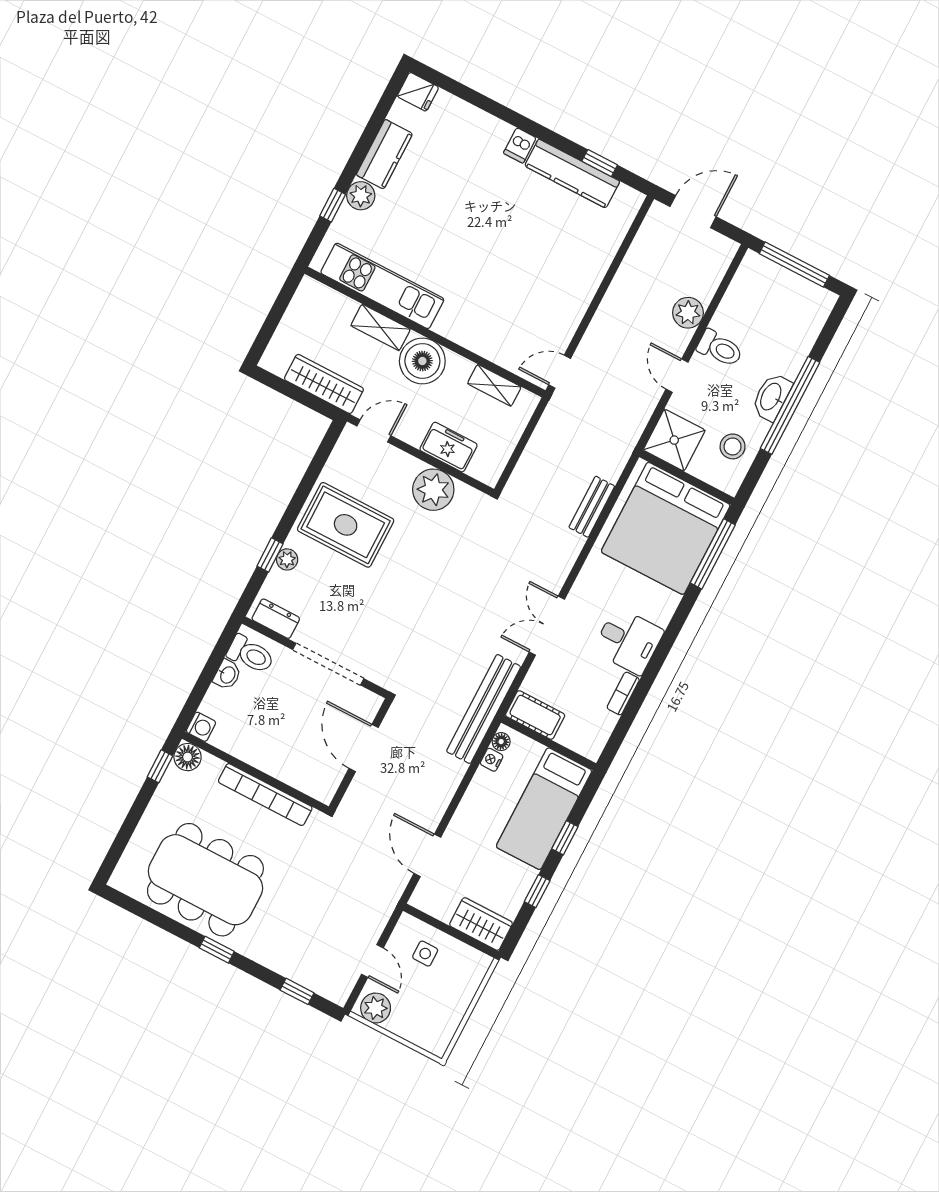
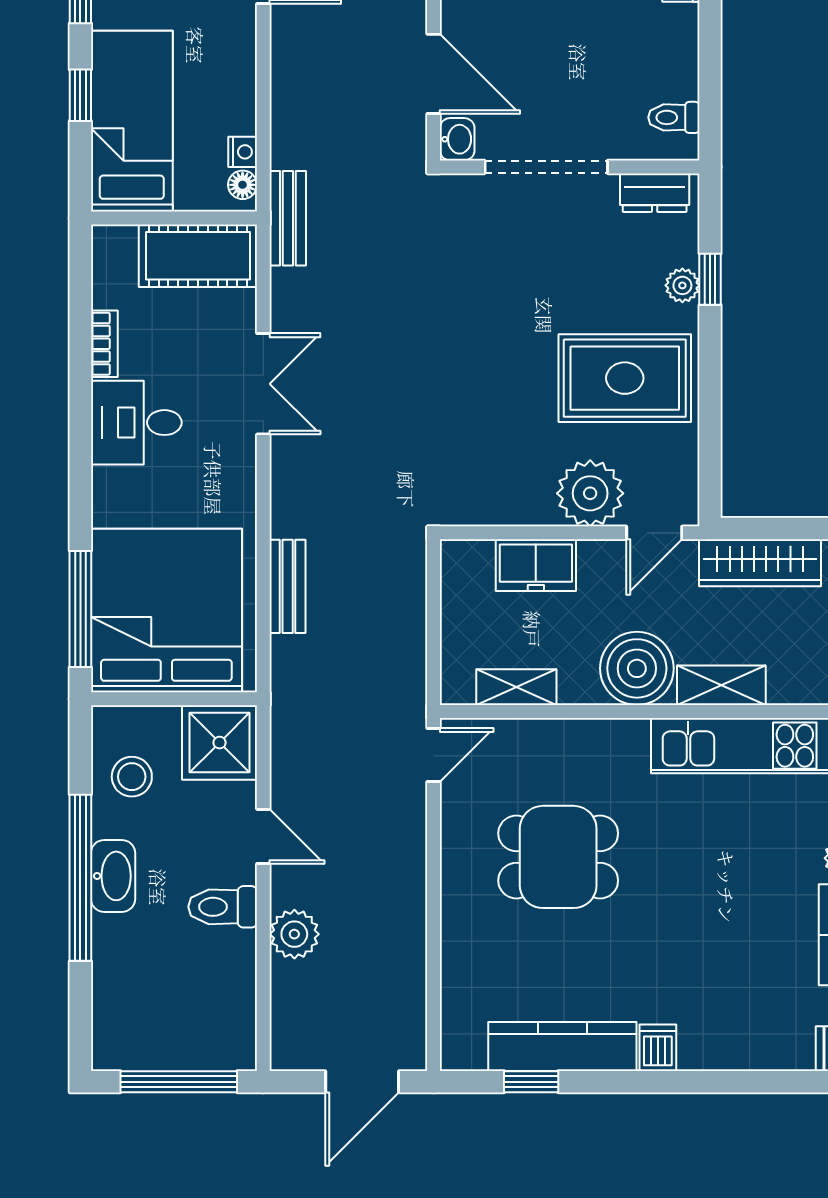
dining table: (520, 279) -> (558, 857), added
plant: (433, 490) -> (590, 493), moved
toilet: (251, 654) -> (674, 117), width x0.73, depth x0.72
washbasin: (227, 675) -> (457, 139), moved, turned 180
bench: (484, 709) -> (288, 218), width x0.54, depth x0.82
cot: (535, 715) -> (198, 256), width x1.37, depth x1.34

